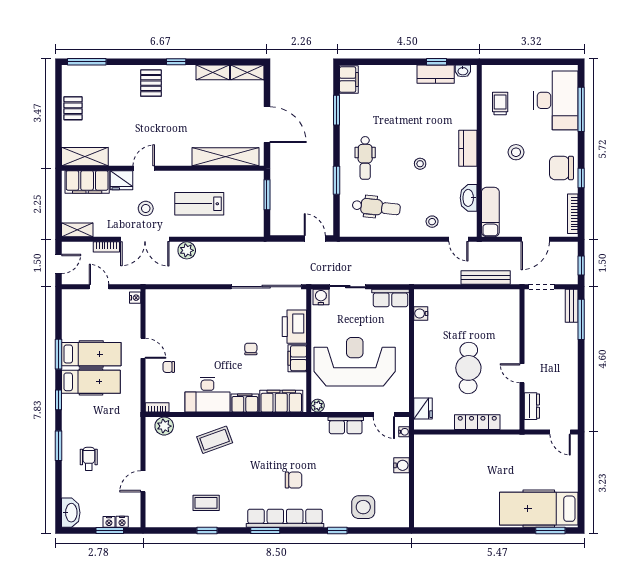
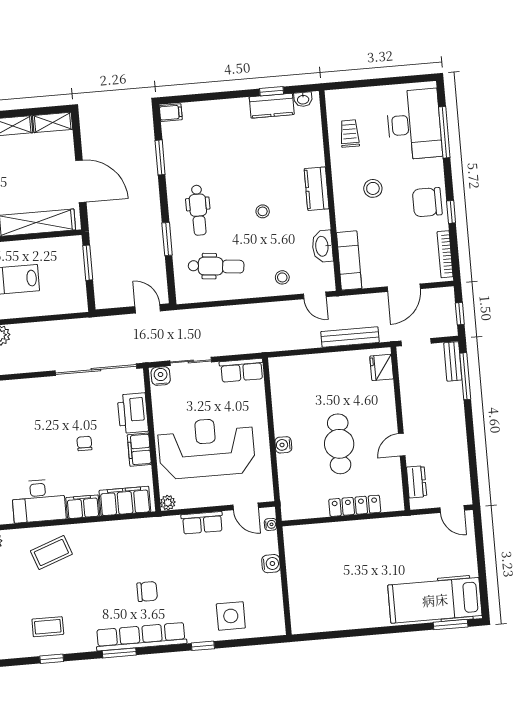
filing cabinet: (349, 80) -> (171, 113), width x0.50
water cooler: (421, 313) -> (283, 445), moved
door: (522, 373) -> (402, 445), hinge flipped
fridge: (423, 409) -> (382, 367), moved, turned 180

